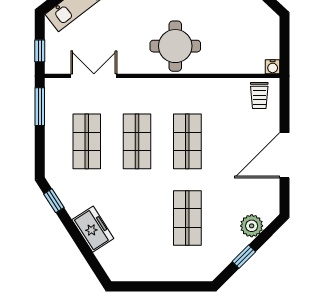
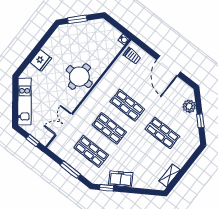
window: (40, 107) -> (70, 170), moved
freezer: (93, 229) -> (121, 179), moved
shelving: (137, 273) -> (169, 176), added

